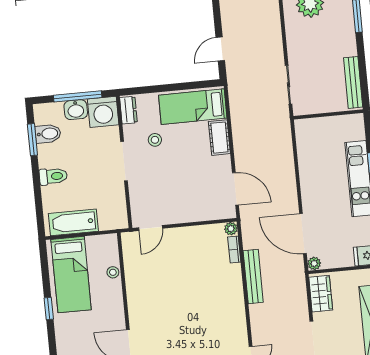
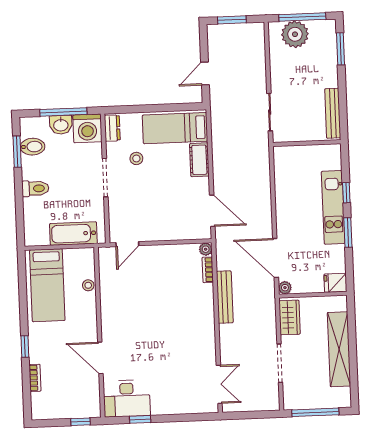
bathtub: (73, 222) -> (73, 234), moved
window: (49, 309) -> (25, 346), moved

